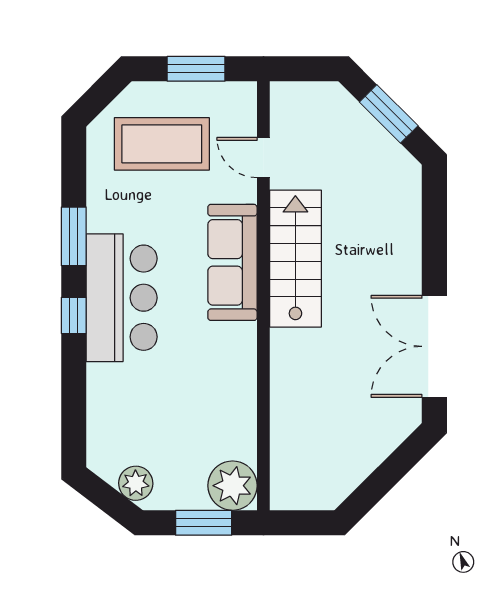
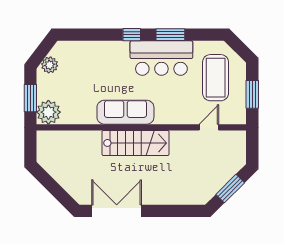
stairs: (295, 259) -> (136, 143), moved
sofa: (232, 262) -> (125, 112), moved
bar counter: (122, 298) -> (161, 58), moved

